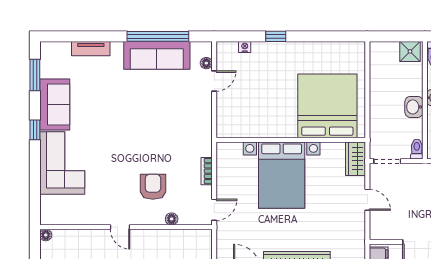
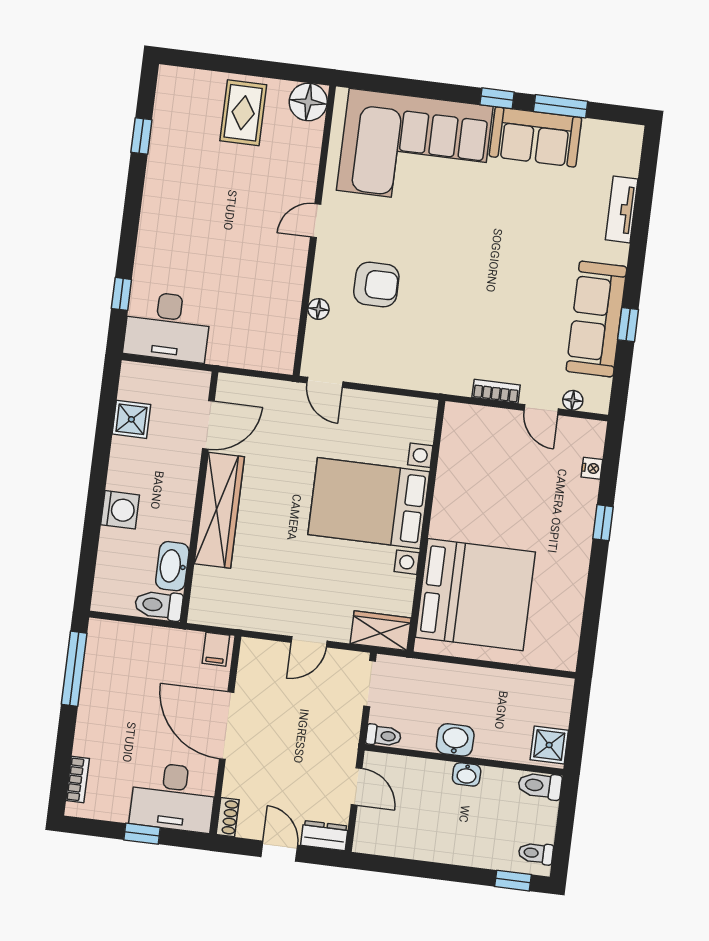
window: (158, 36) -> (628, 325), width x0.32
window: (35, 75) -> (561, 106), moved
corner sofa: (62, 163) -> (415, 148), width x1.36, depth x1.36
bookcase: (207, 171) -> (496, 391), moved
floor lamp: (46, 235) -> (308, 102), width x1.89, depth x1.89

